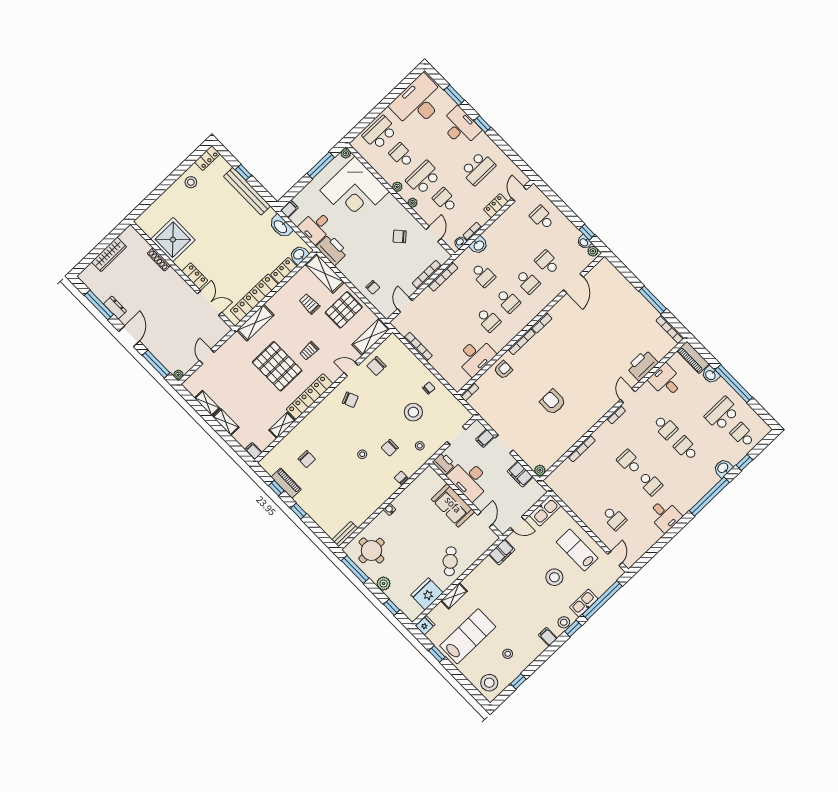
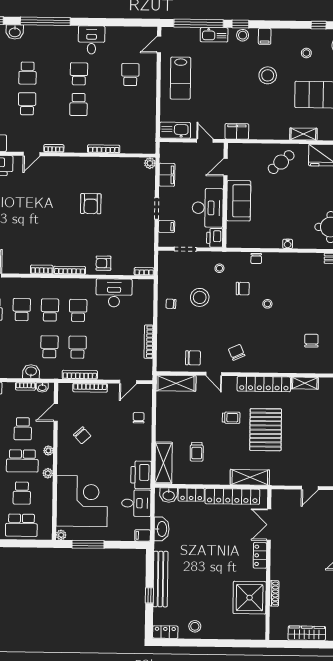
school desk: (463, 294) -> (78, 347), added
pallet: (344, 310) -> (176, 422), removed
stool: (554, 577) -> (268, 75), moved

